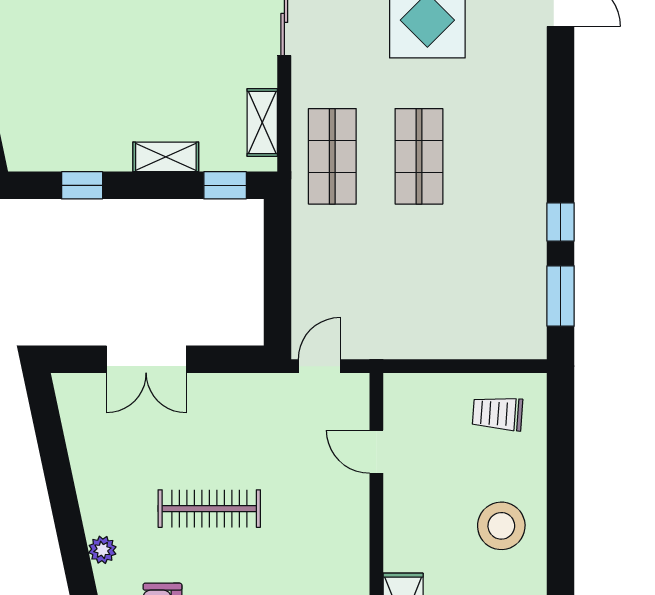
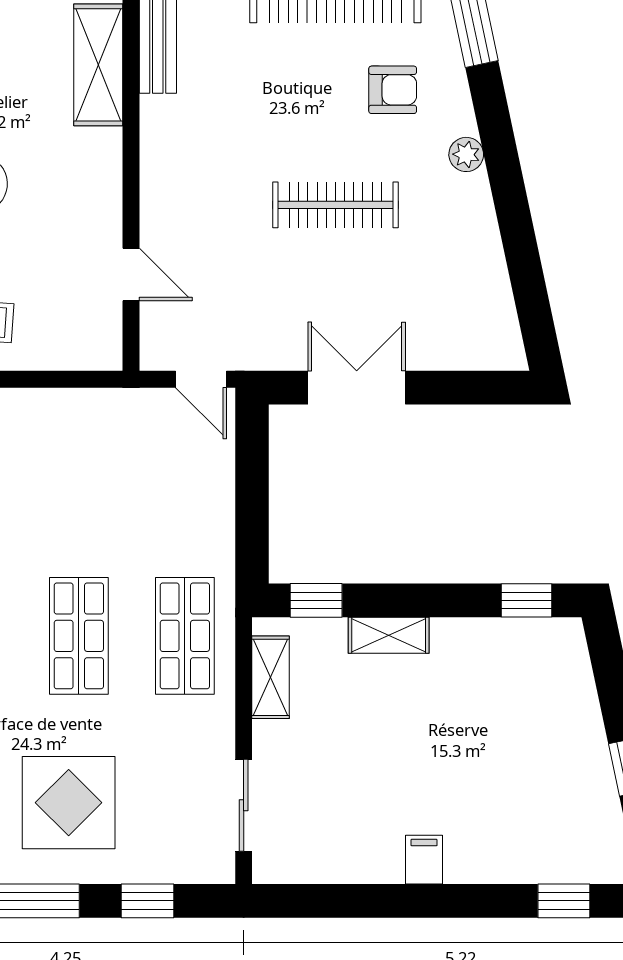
window: (82, 185) -> (527, 600), moved
double door: (146, 359) -> (357, 388), moved
door: (319, 366) -> (201, 379), hinge flipped

